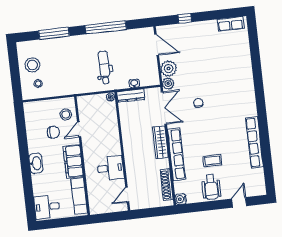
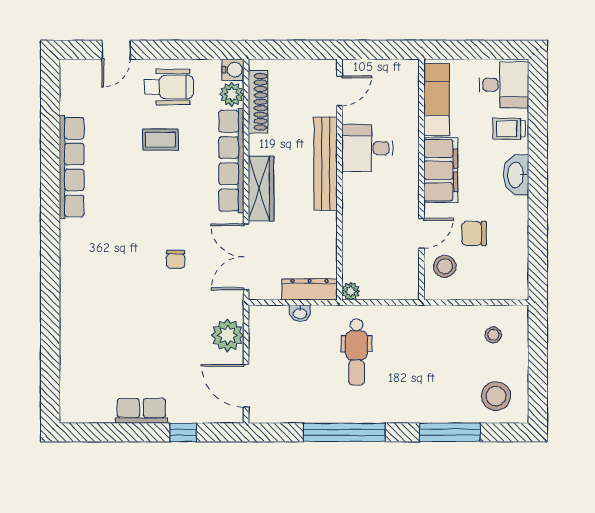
row of seats: (231, 24) -> (141, 411), moved
stool: (32, 65) -> (496, 396), moved
plant: (168, 84) -> (232, 94), moved
bench: (130, 158) -> (326, 164), added
trolley: (42, 186) -> (509, 129), added
wheelchair: (211, 187) -> (169, 87), turned 90

